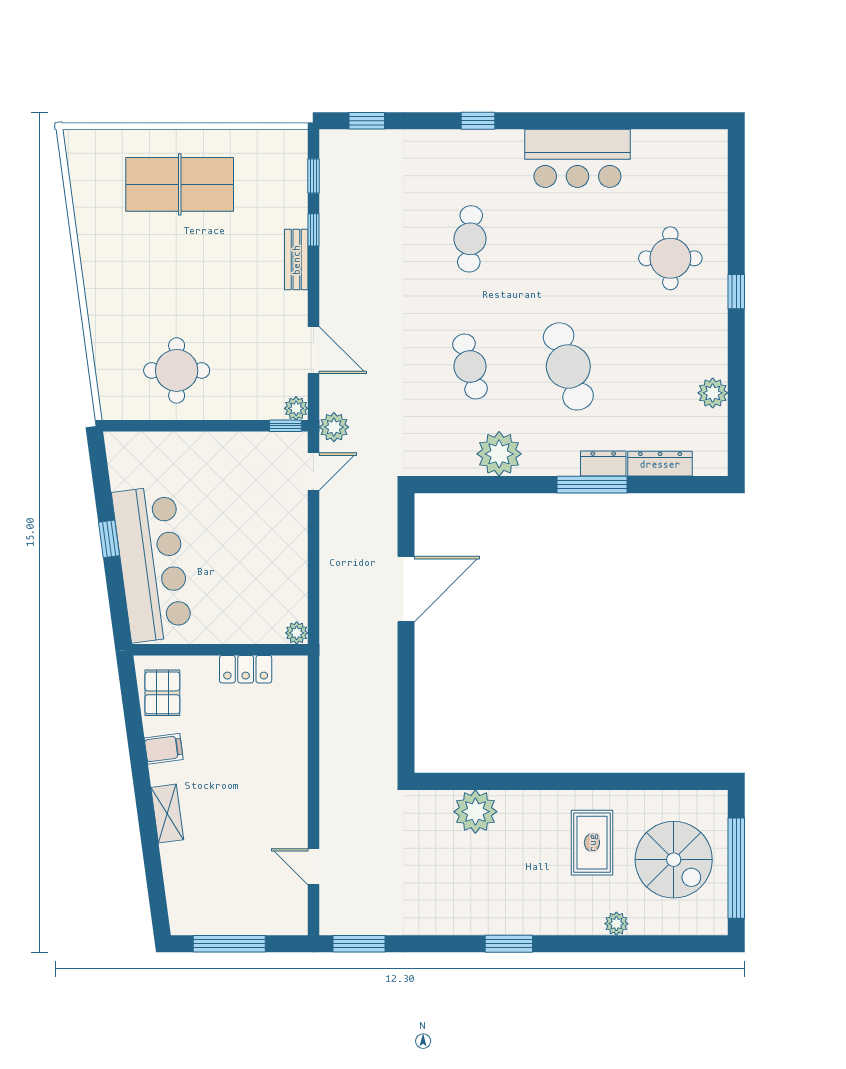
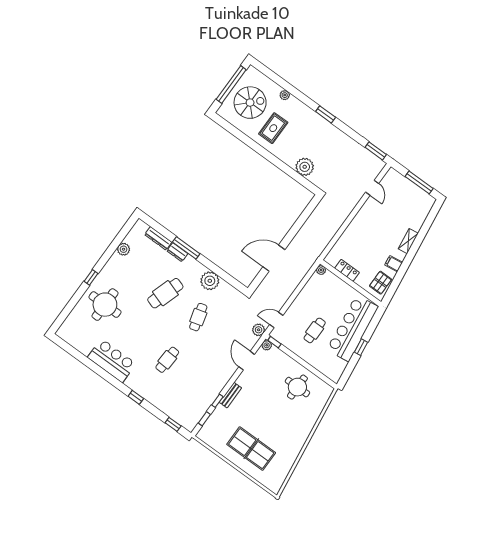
round table: (670, 258) -> (105, 305), width x1.36, depth x1.36
cafe table: (568, 366) -> (165, 293), turned 36
cafe table: (223, 506) -> (315, 330), added
spiral stairs: (674, 860) -> (250, 103), turned 90

